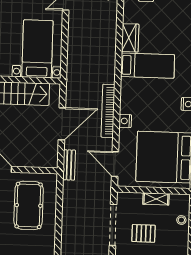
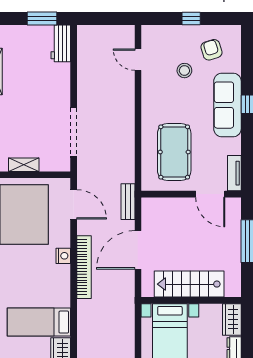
pallet: (144, 233) -> (37, 123), removed

